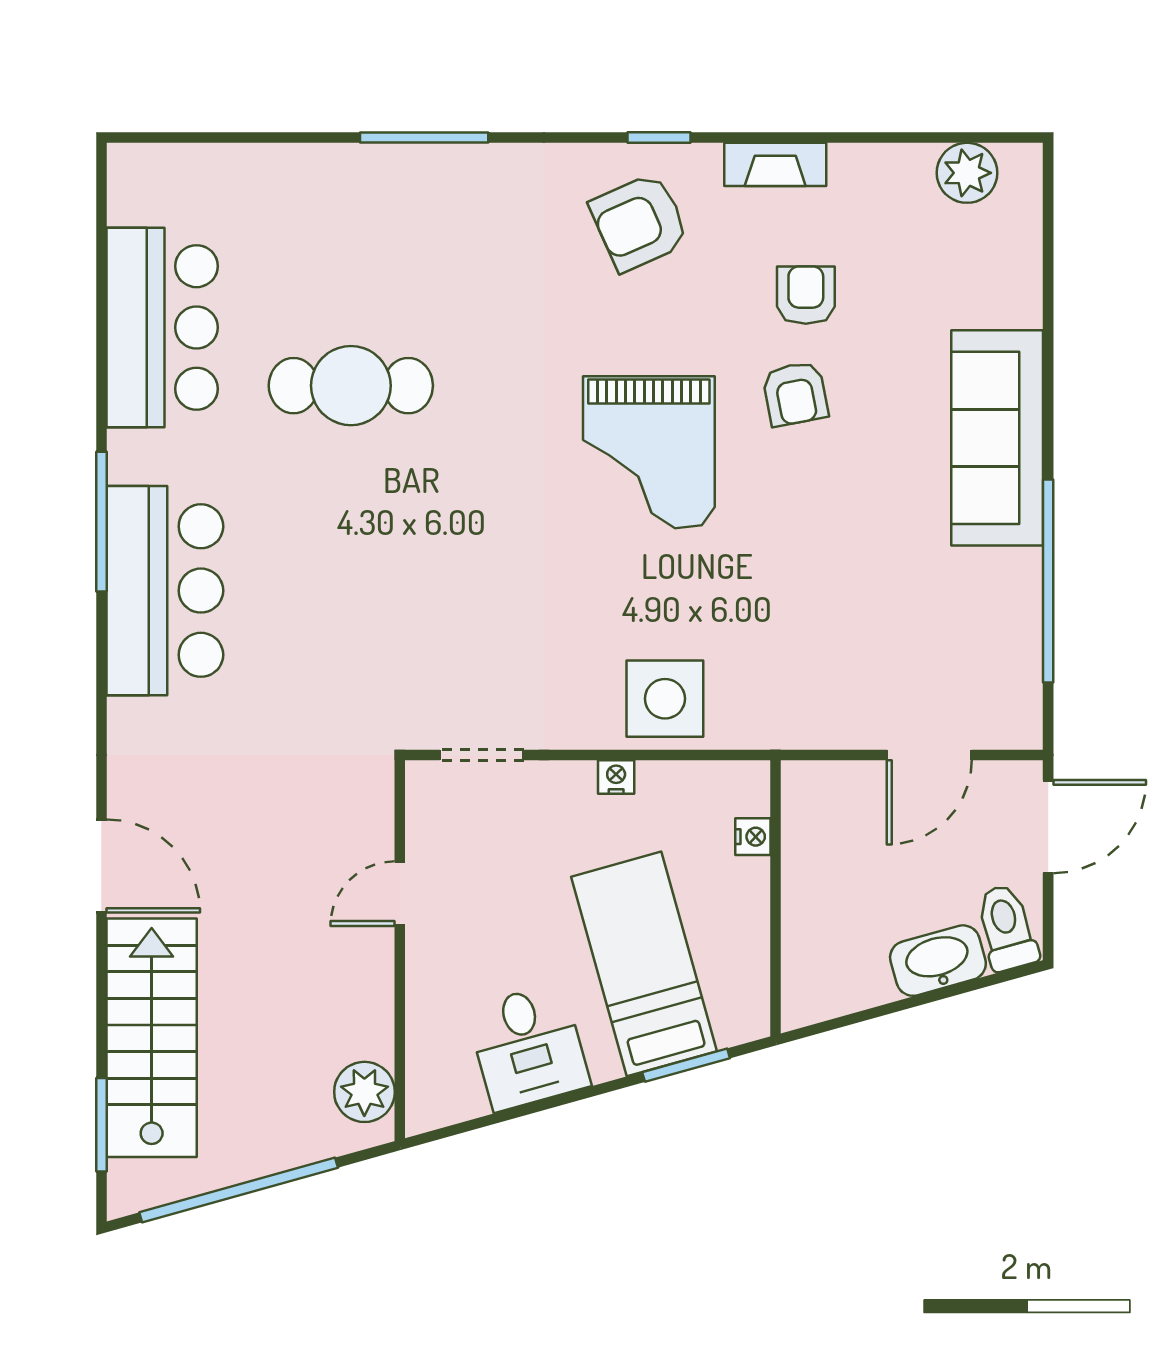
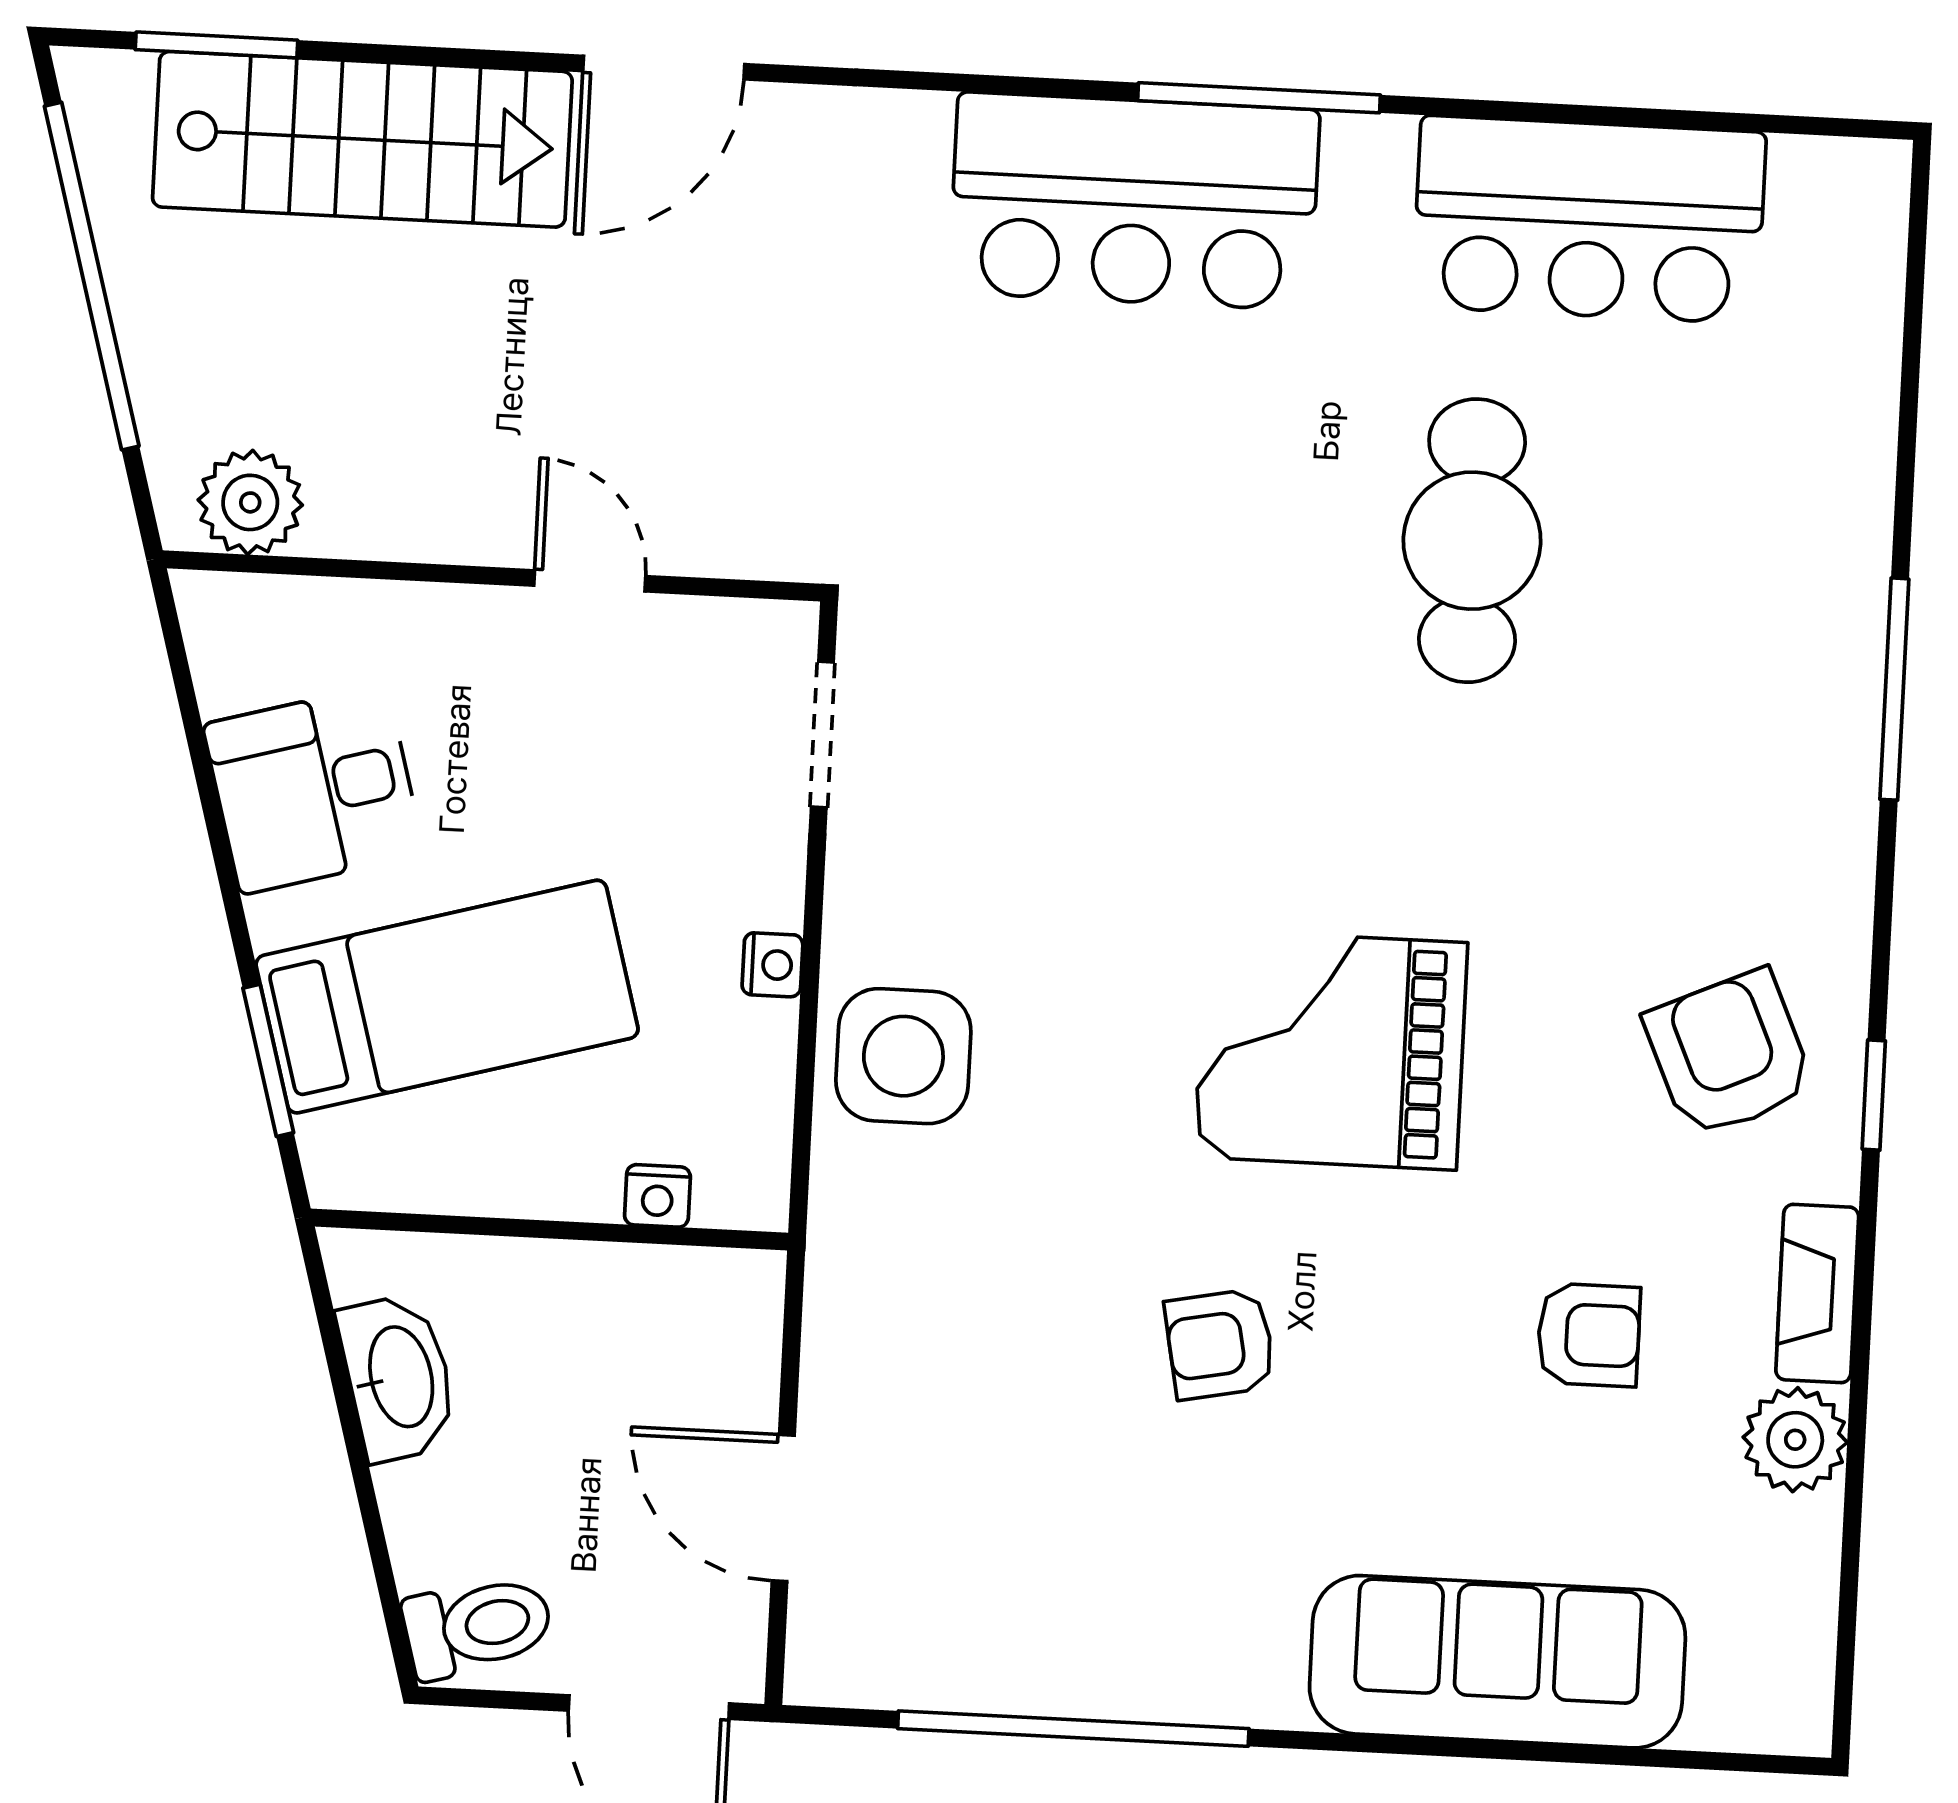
plant: (967, 173) -> (1795, 1440), moved
armchair: (795, 394) -> (1220, 1344), moved
sofa: (997, 438) -> (1497, 1662), moved
washbasin: (938, 961) -> (398, 1377), moved

